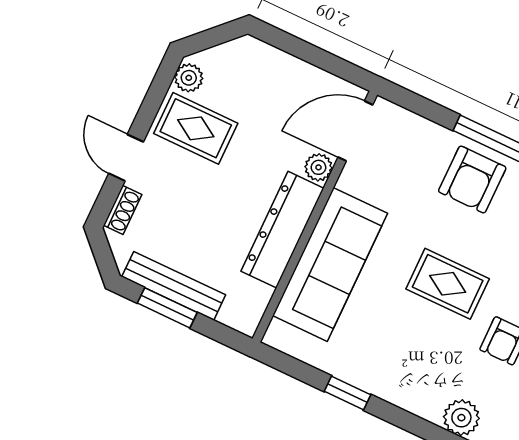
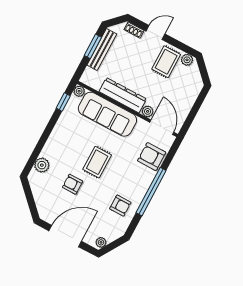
armchair: (472, 179) -> (152, 157), moved
plant: (278, 336) -> (79, 91), added
window: (348, 393) -> (63, 102), moved

